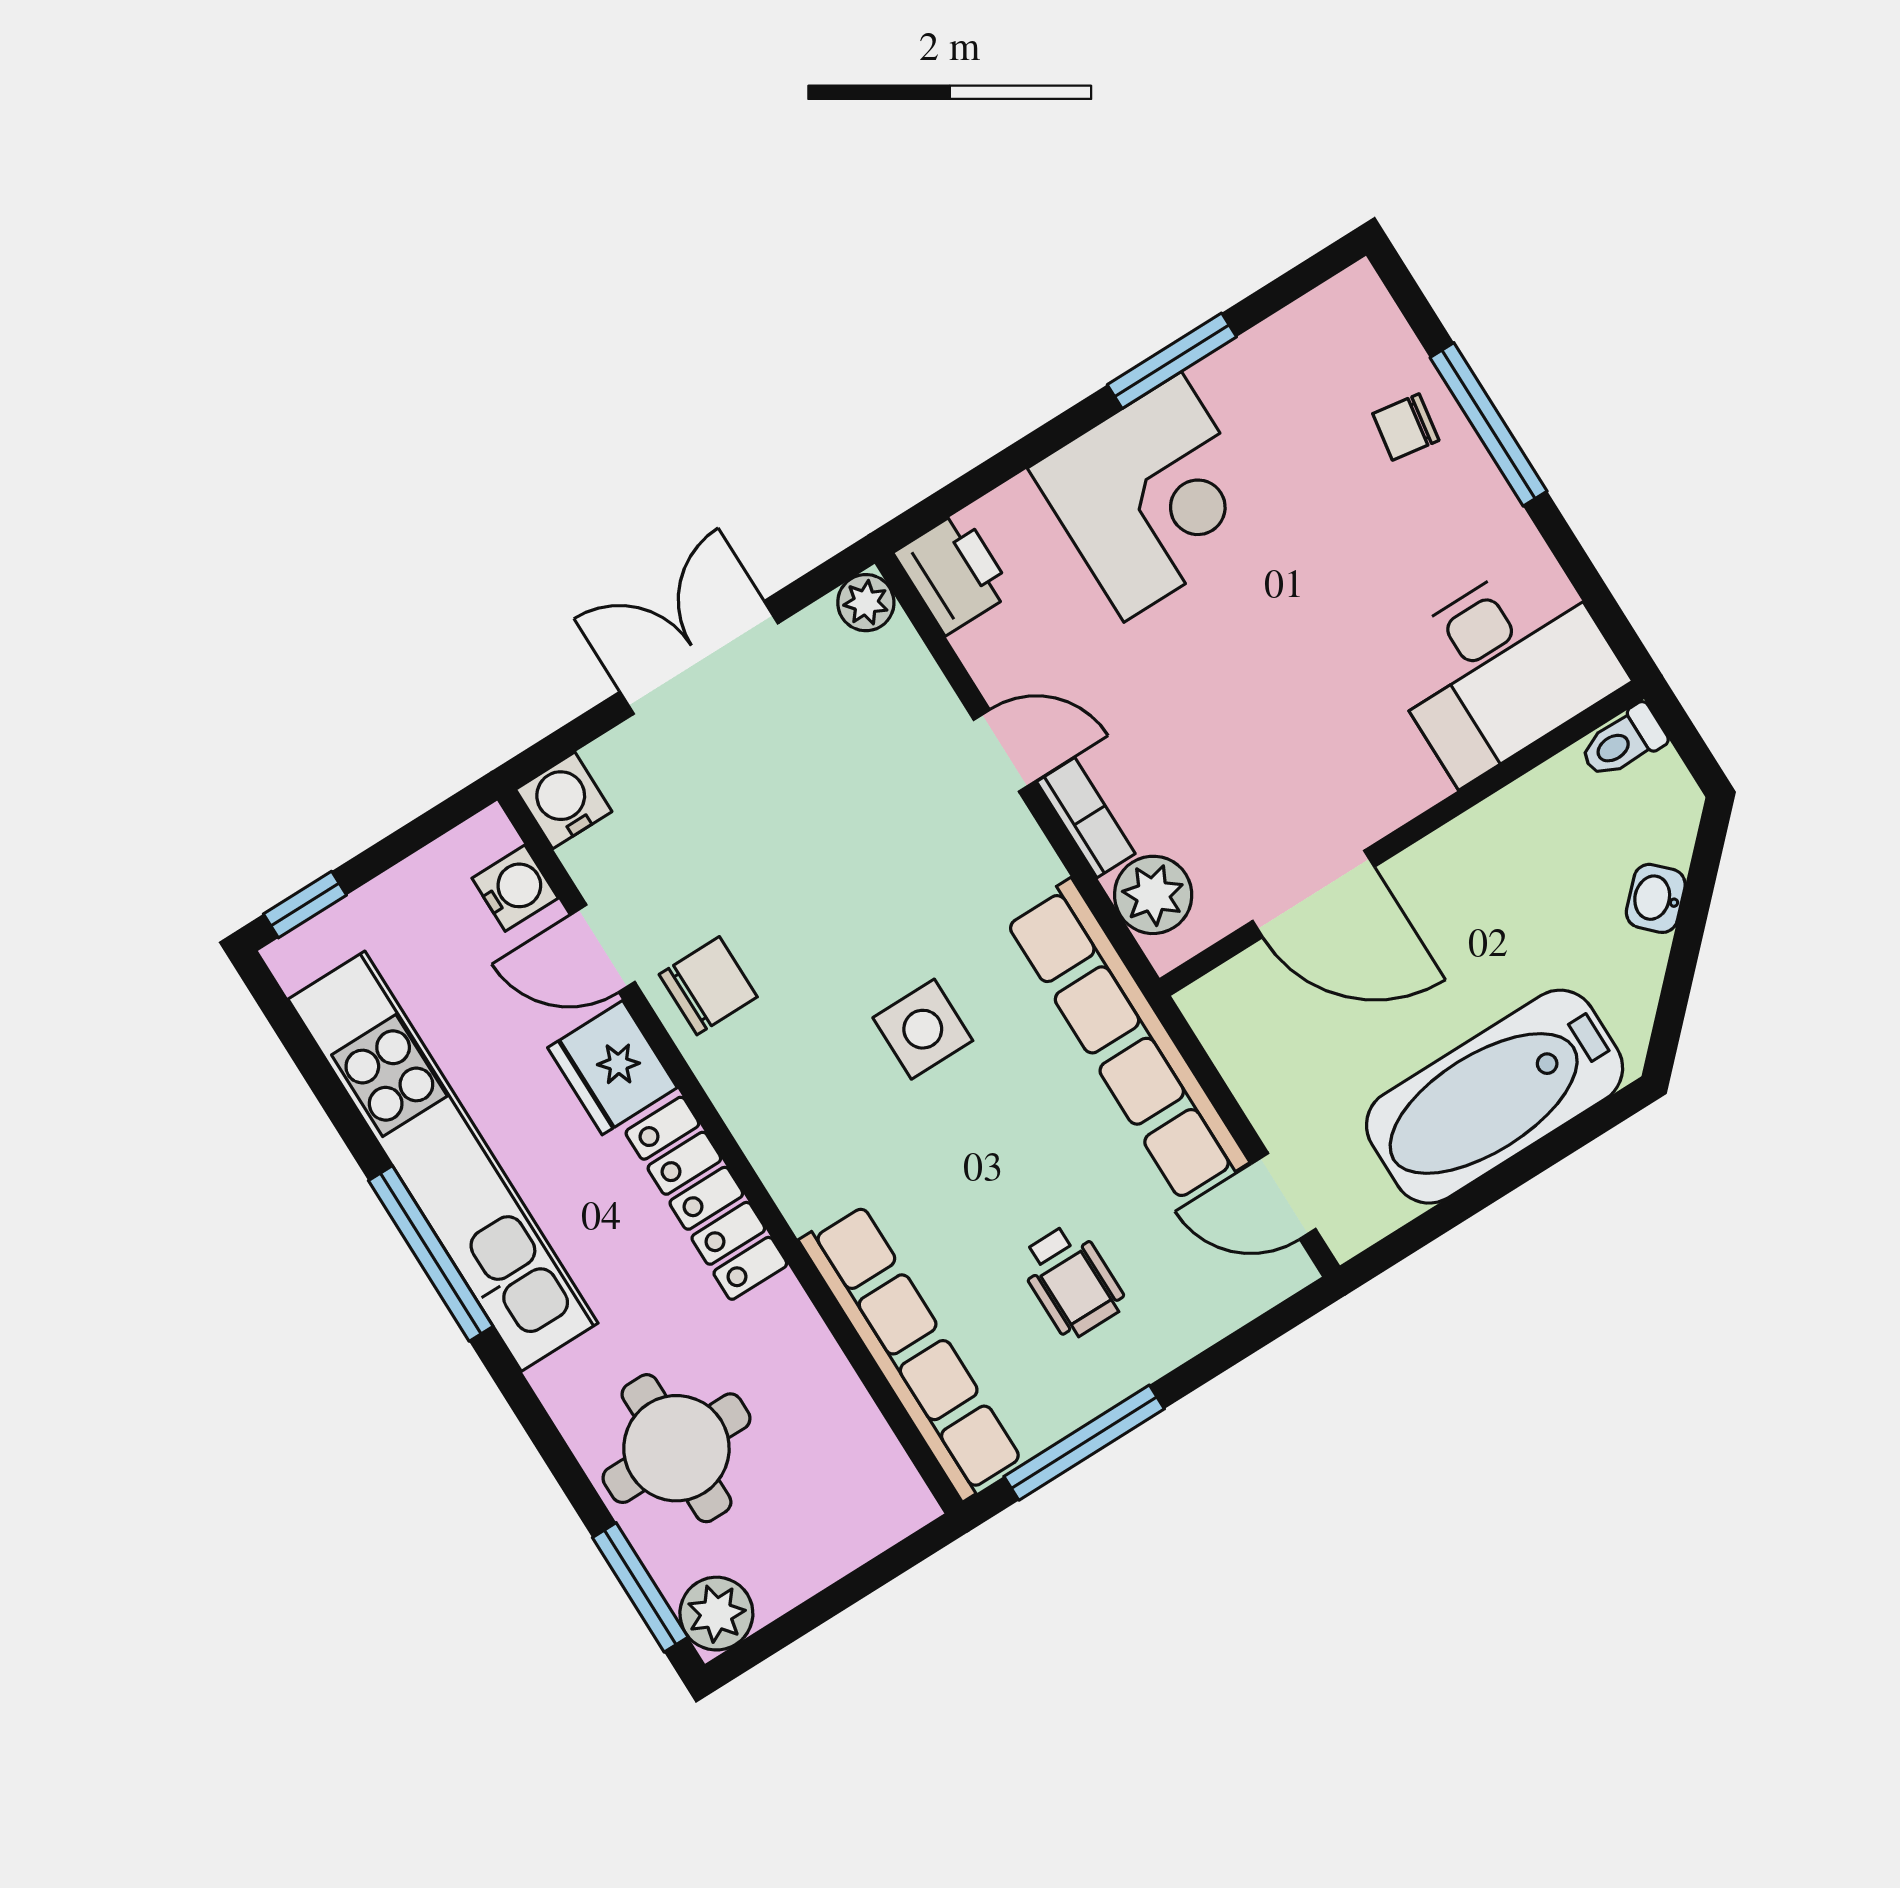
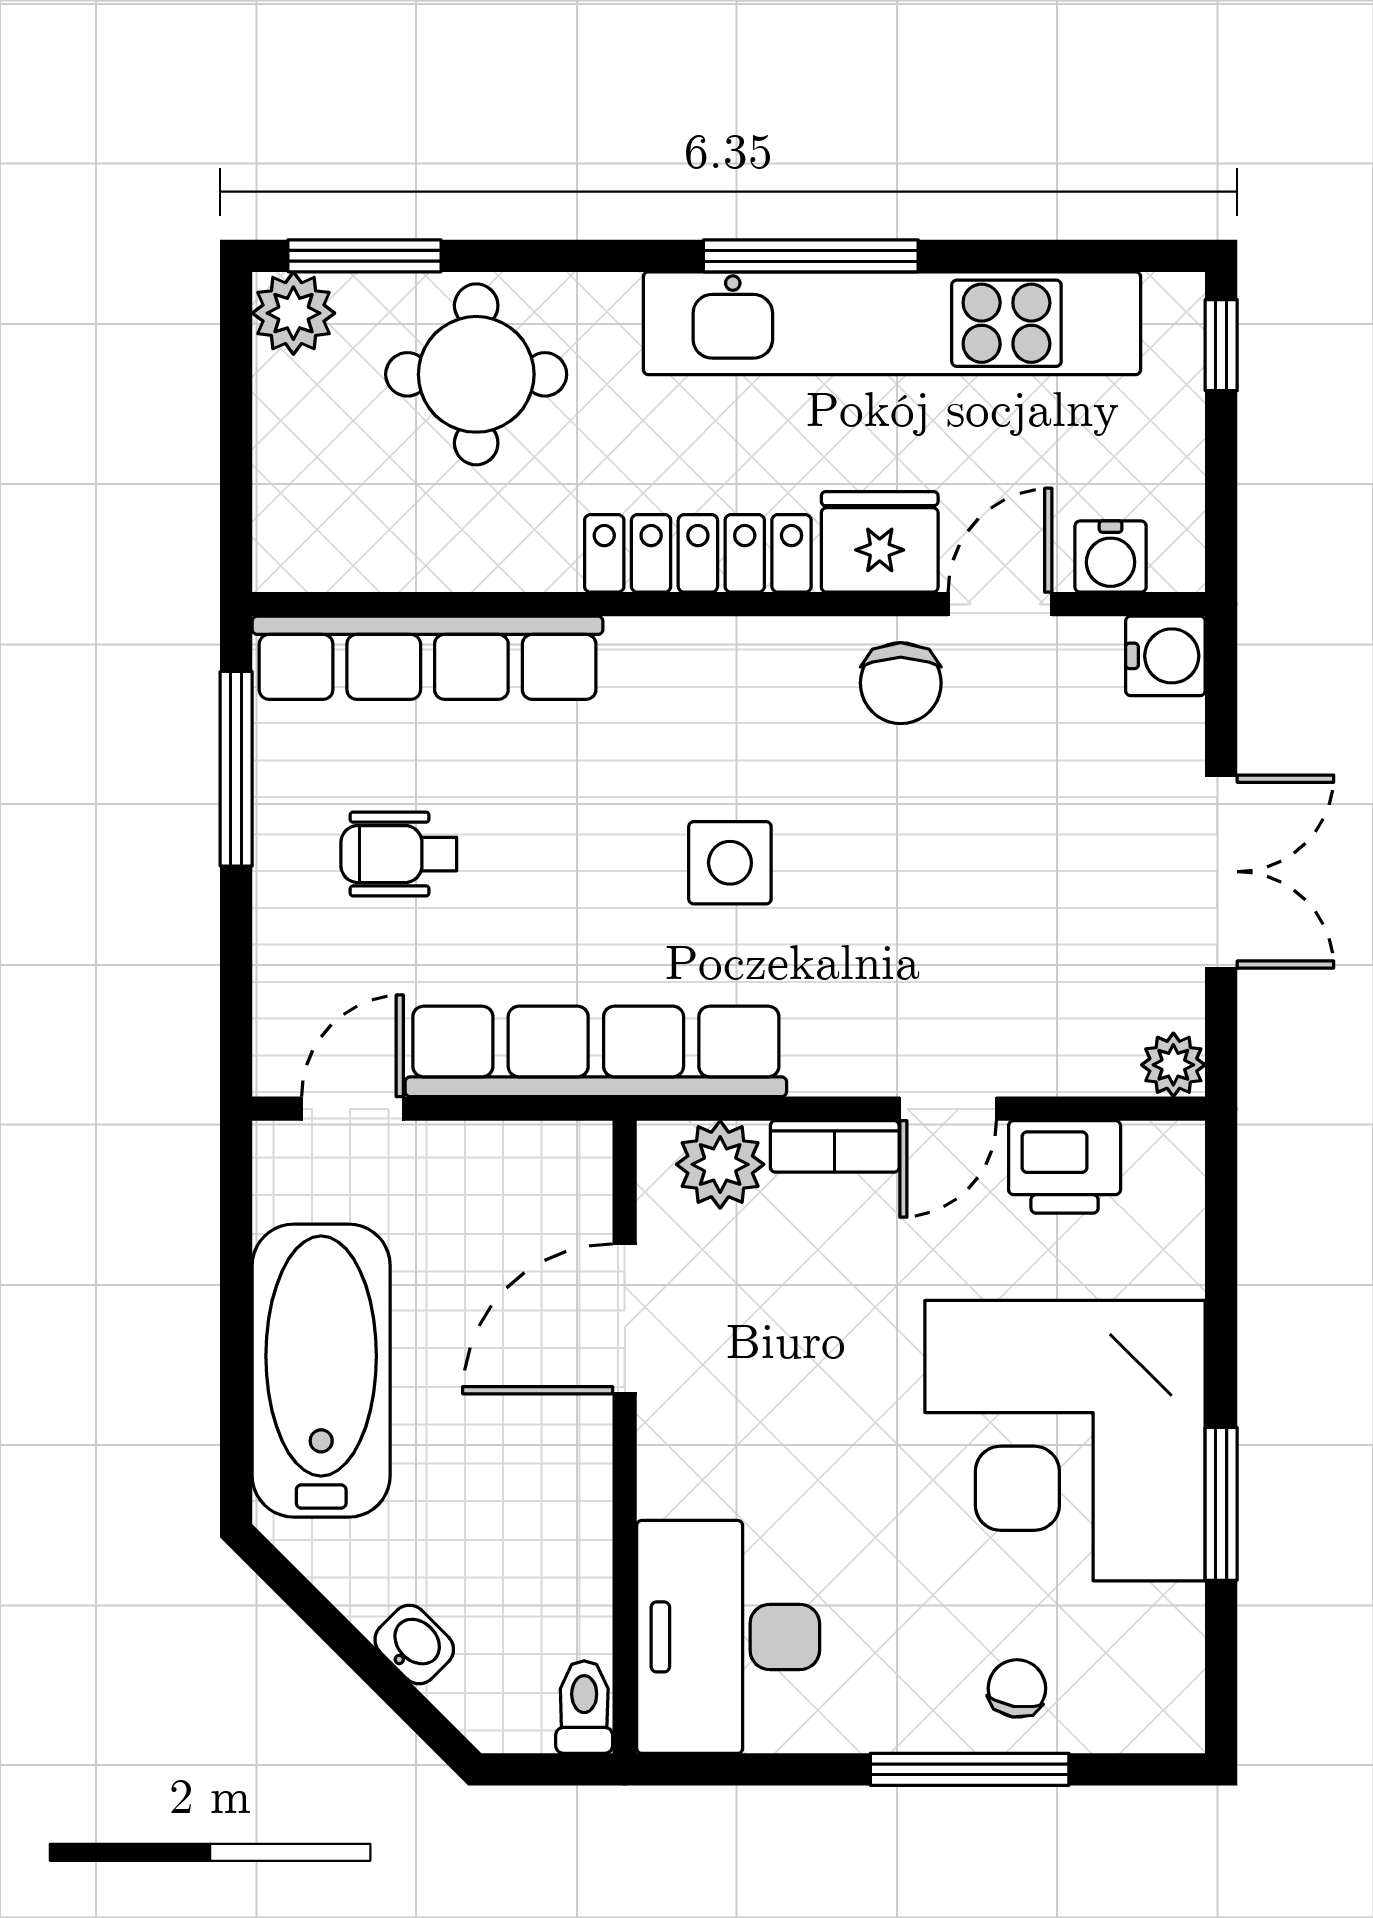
corner desk: (1153, 497) -> (1065, 1441), width x1.36, depth x1.36
printer: (954, 573) -> (1065, 1167), moved

